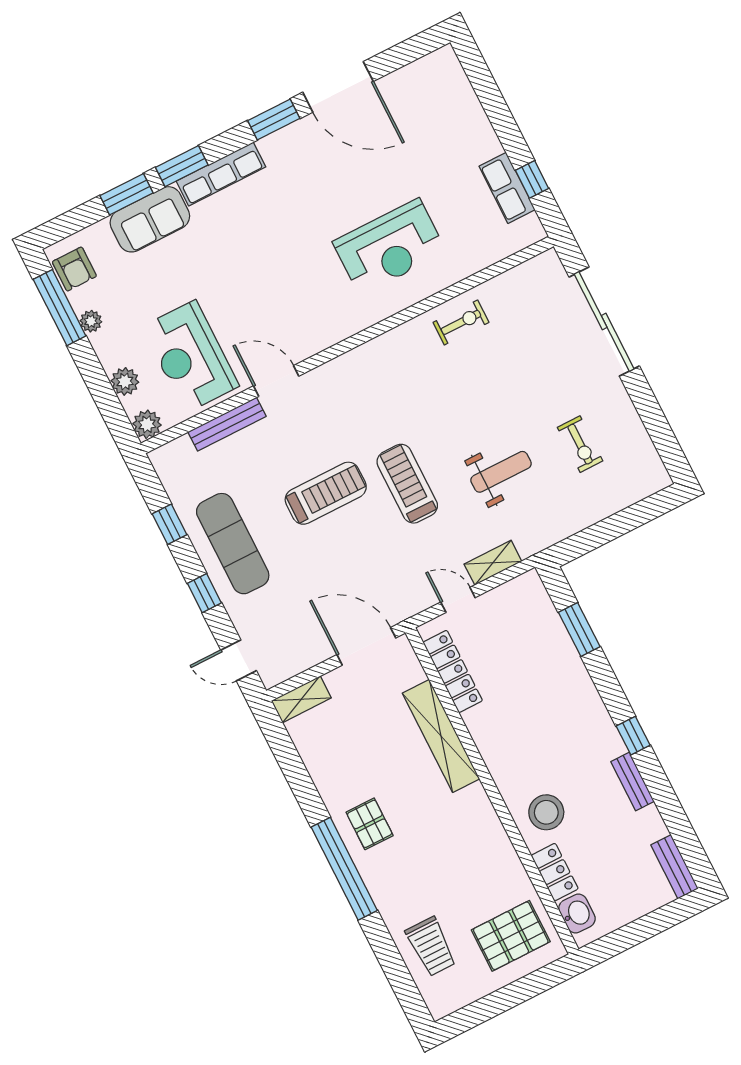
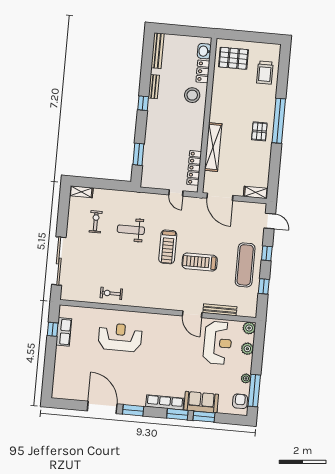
shelving: (493, 563) -> (81, 192), moved
bench: (675, 867) -> (157, 51), width x1.36
trolley: (431, 947) -> (265, 73), turned 180

